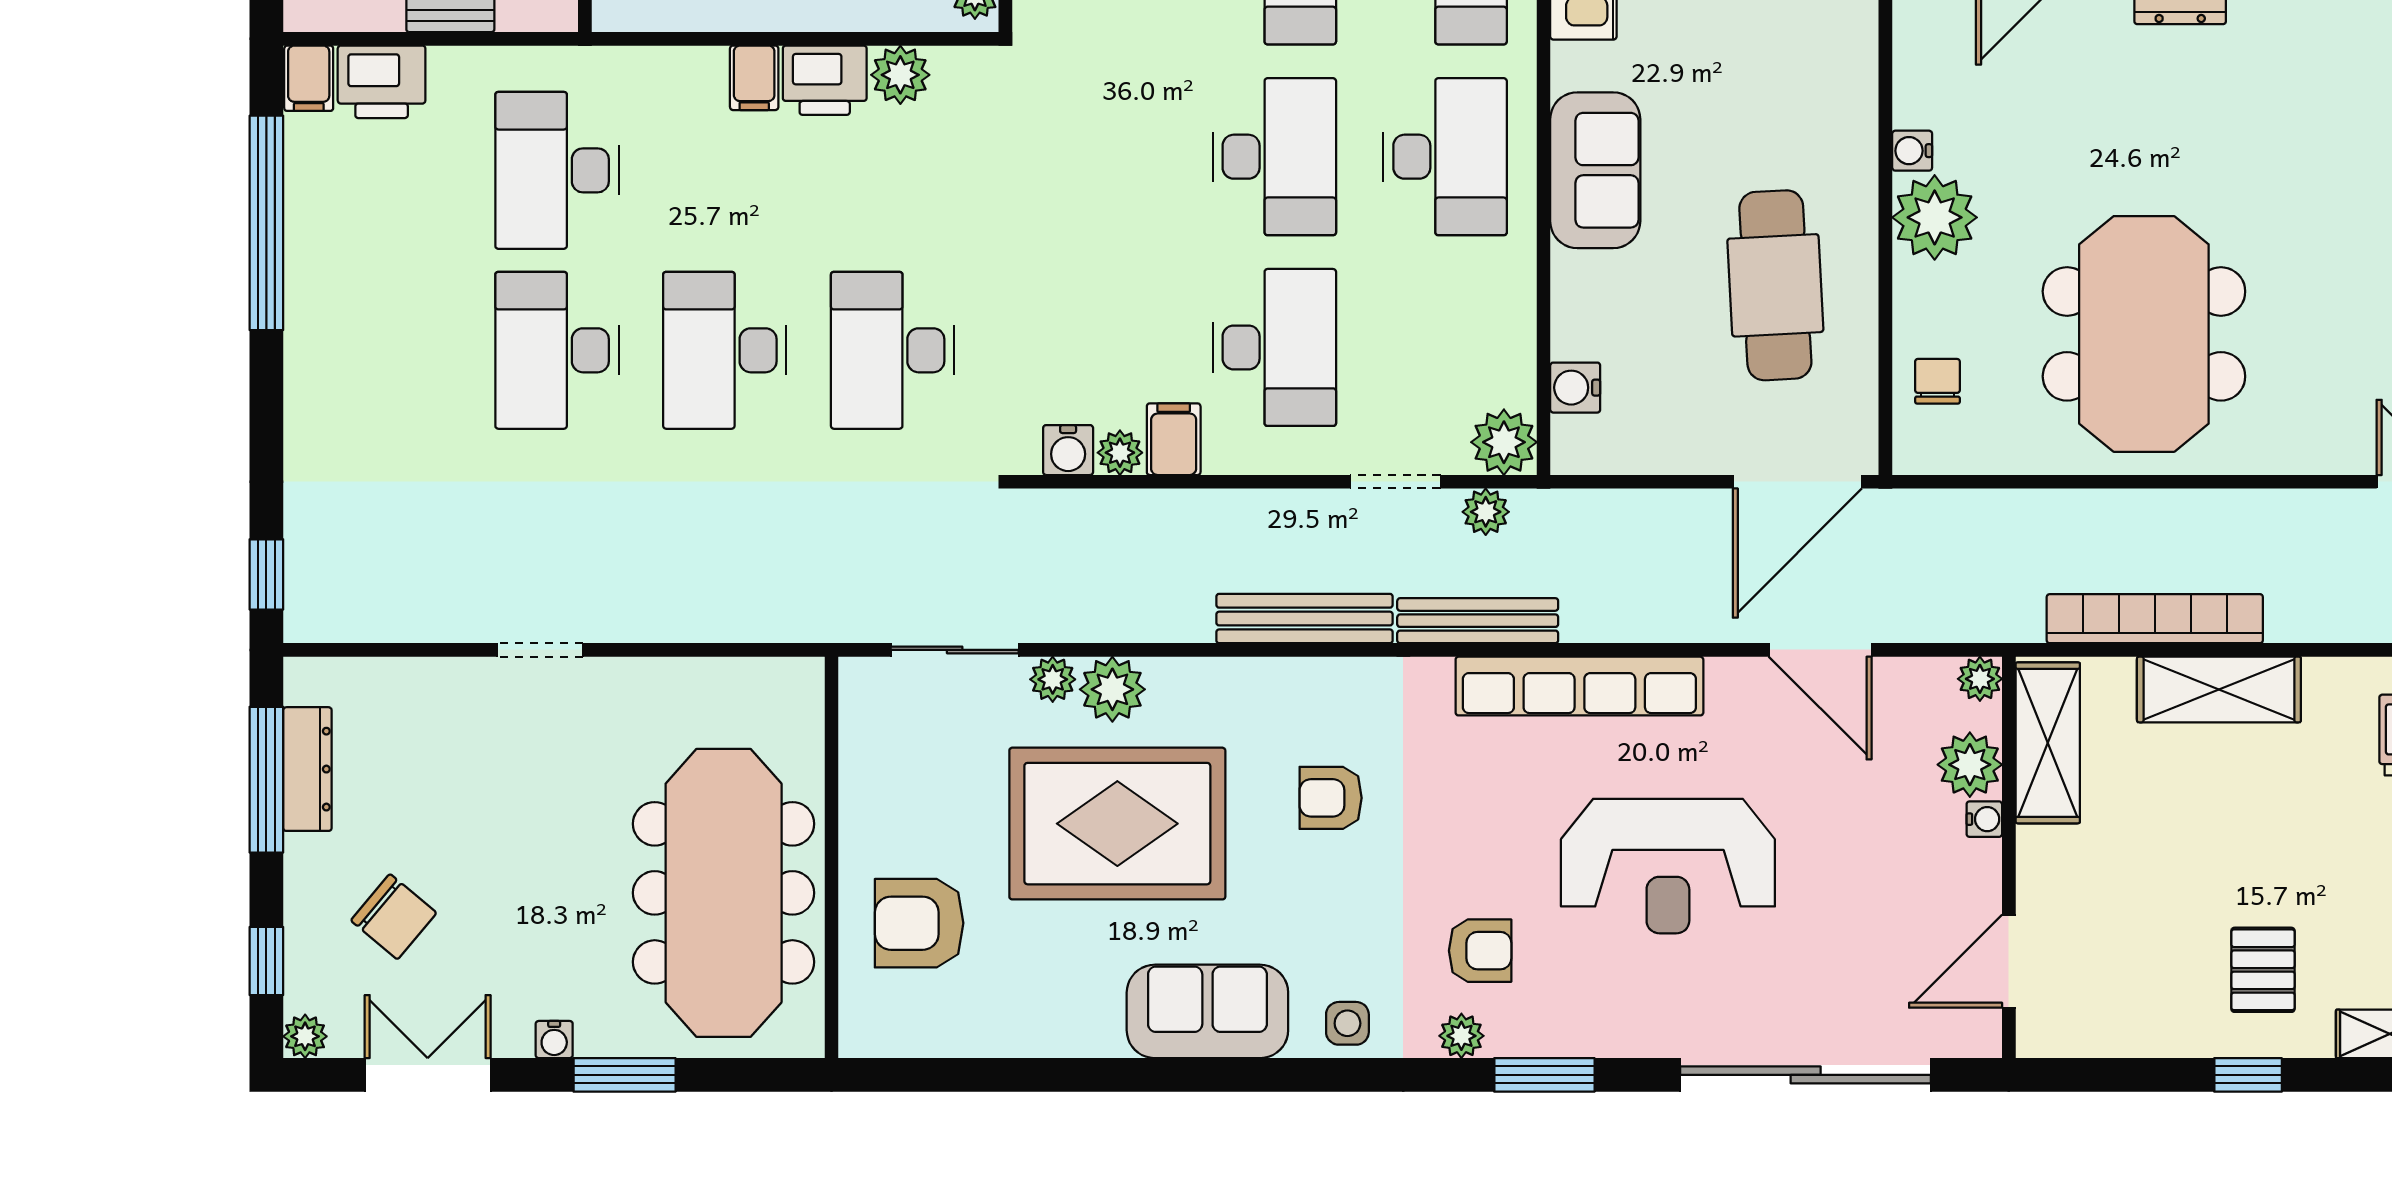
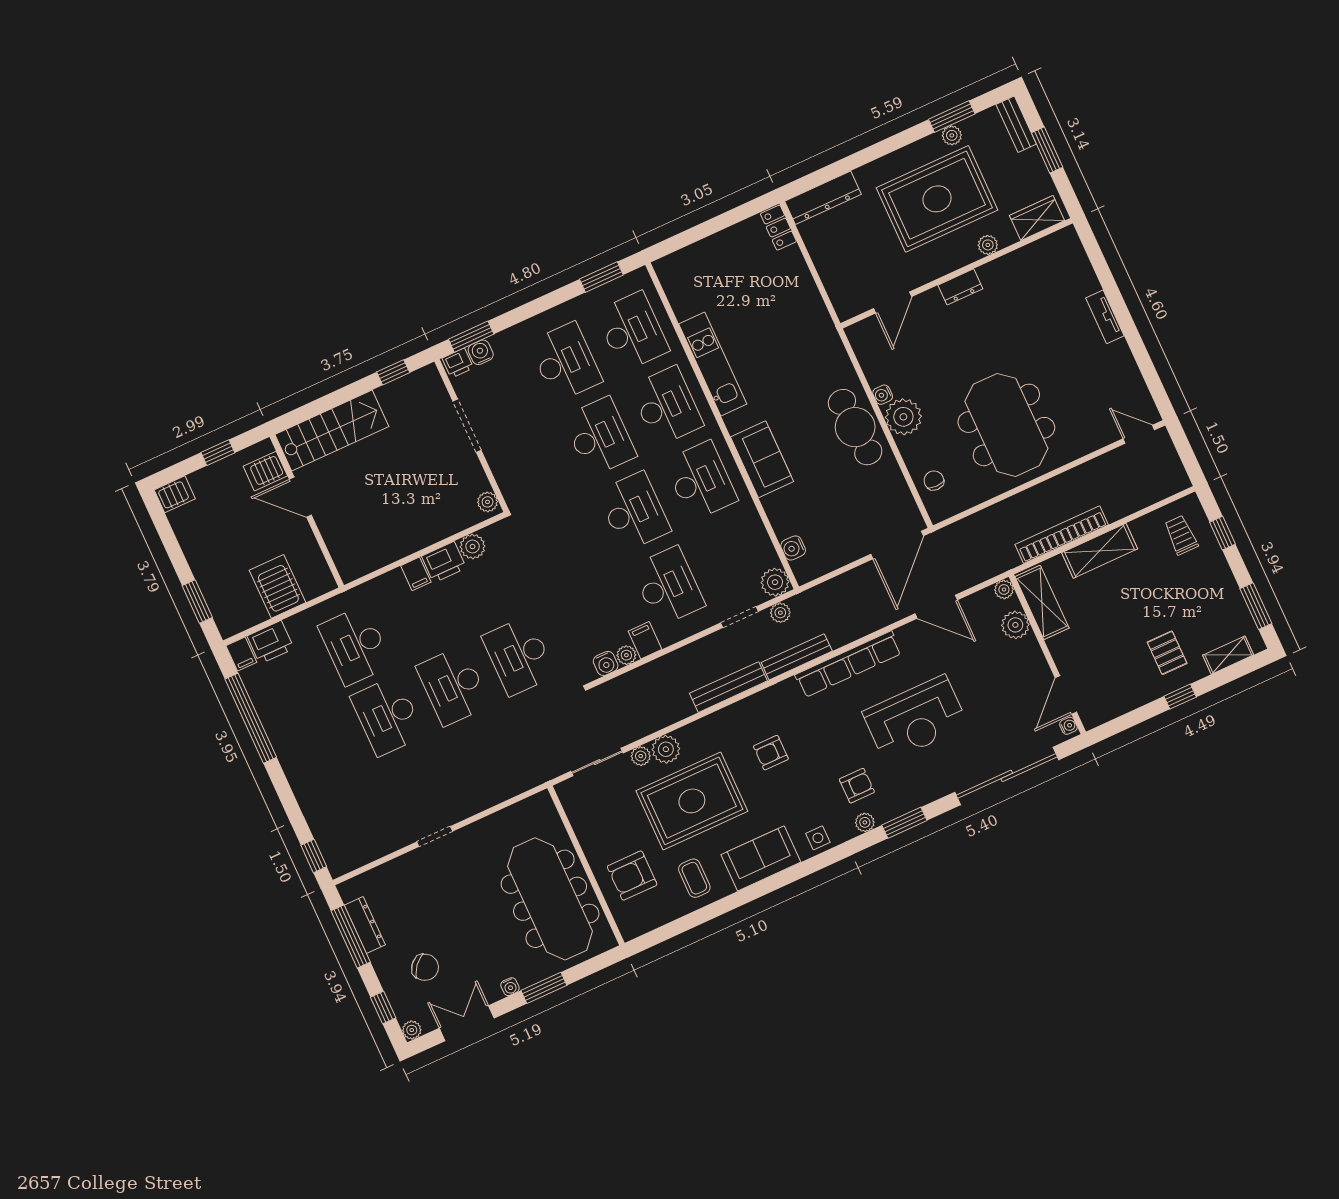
cafe table: (1775, 285) -> (855, 427), moved
water cooler: (1984, 819) -> (1068, 726), moved
coffee table: (1048, 989) -> (694, 878), added

